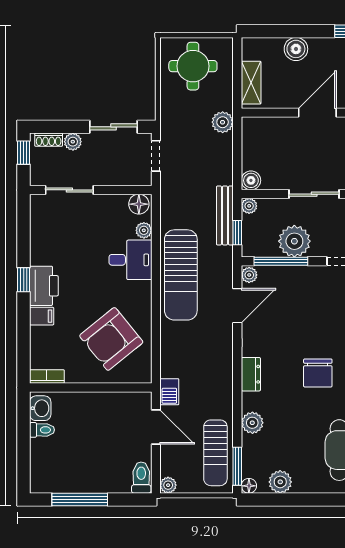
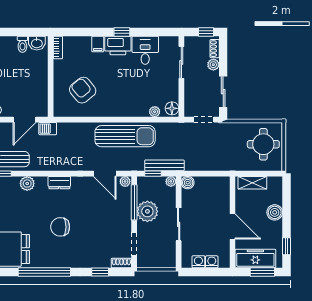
plant: (223, 122) -> (226, 164), removed
desk: (130, 260) -> (145, 50), moved, turned 180
sun lounger: (181, 275) -> (125, 136), turned 180
armchair: (111, 339) -> (83, 90), width x0.73, depth x0.73

